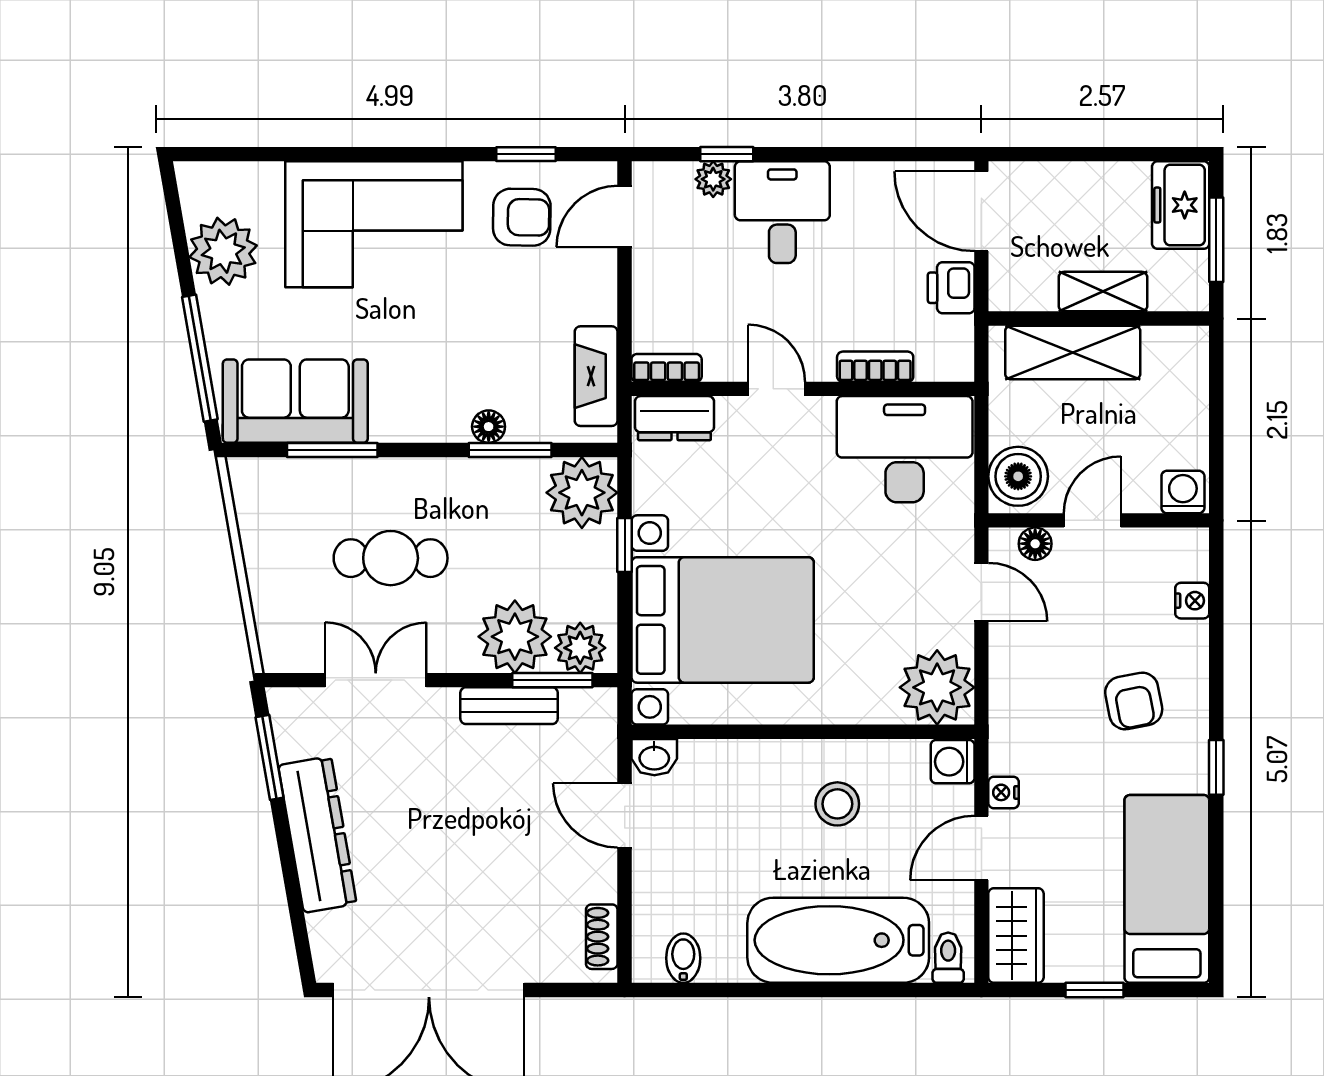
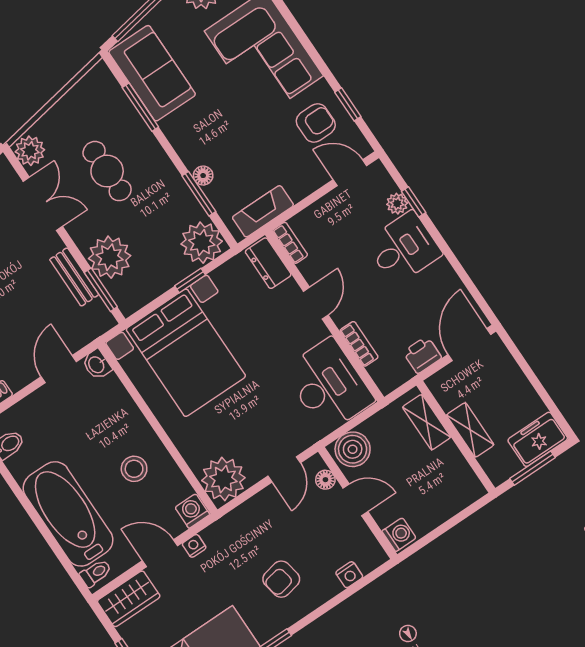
armchair: (522, 217) -> (316, 123), turned -91
shelving: (1073, 352) -> (427, 422), width x0.67, depth x0.75
plant: (580, 648) -> (30, 151), moved

